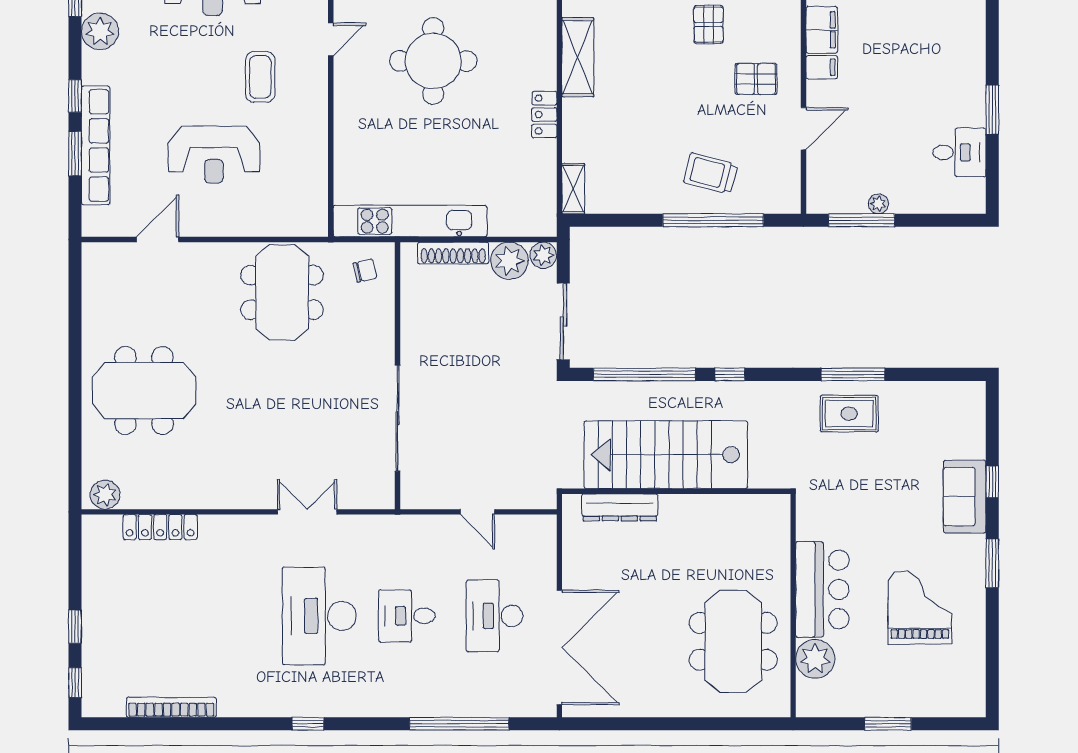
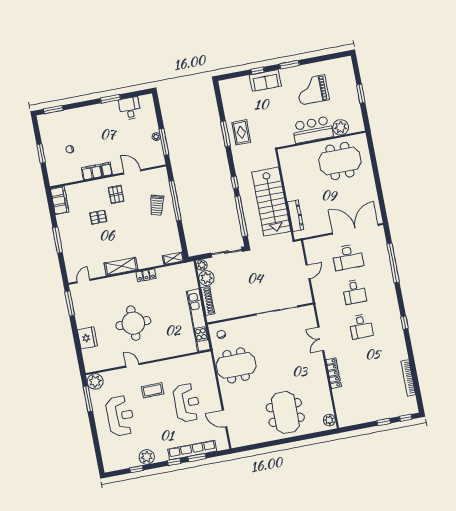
locker: (160, 527) -> (334, 373), moved
desk: (319, 616) -> (361, 326), width x0.53, depth x0.77

